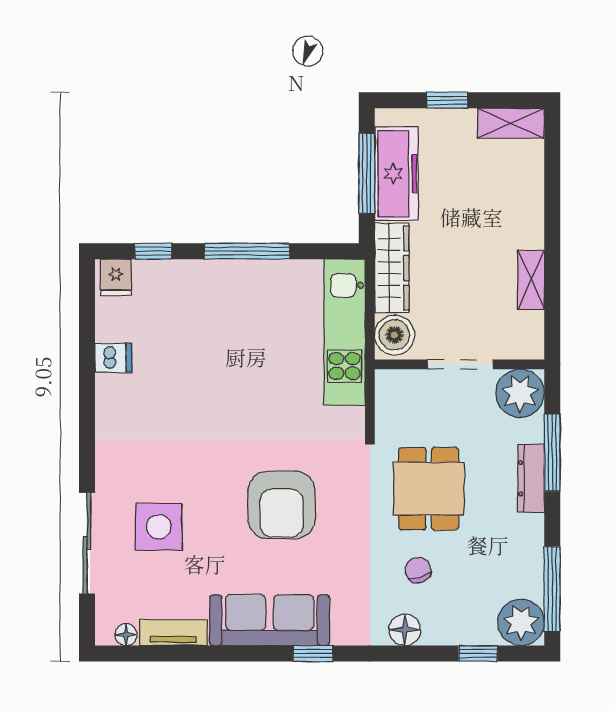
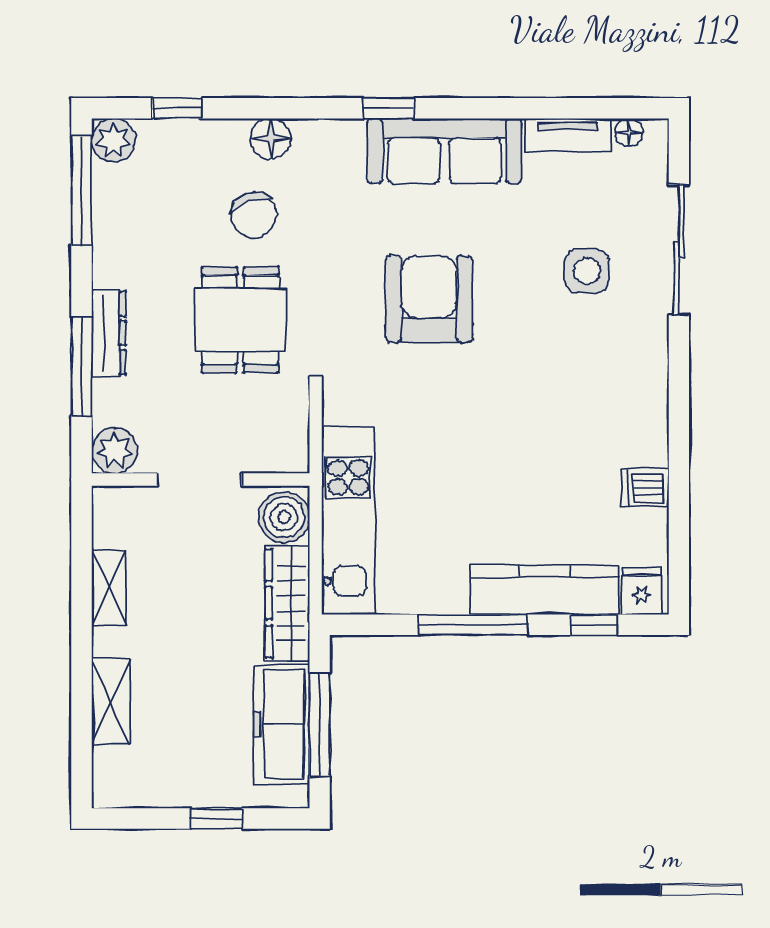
shelving: (511, 123) -> (111, 702), moved, turned 90
kitchen counter: (192, 278) -> (545, 590), added
plant: (520, 393) -> (114, 451), width x0.73, depth x0.73
side table: (159, 527) -> (587, 271), width x0.73, depth x0.73
chair: (418, 570) -> (254, 215), width x1.37, depth x1.37
plant: (521, 622) -> (113, 140), width x0.73, depth x0.73

